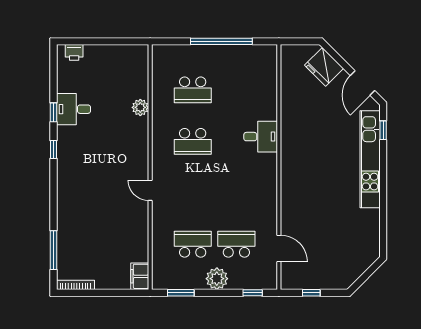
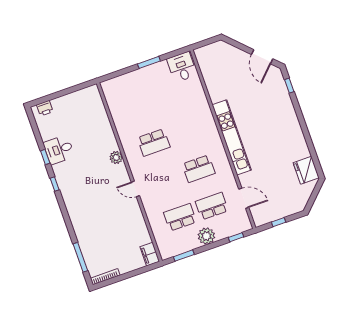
window: (221, 41) -> (149, 62), width x0.47
fridge: (324, 67) -> (306, 170), moved, turned 45
school desk: (193, 90) -> (199, 169), moved
plant: (140, 107) -> (116, 157), moved
desk: (261, 137) -> (182, 67), moved, turned -90
kitchen unit: (370, 159) -> (232, 137), moved, turned 180

